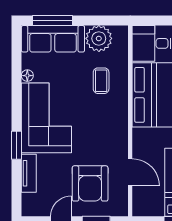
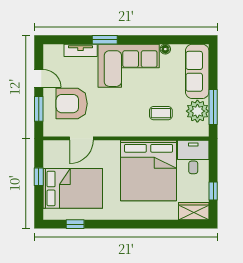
window: (53, 20) -> (213, 107), moved

